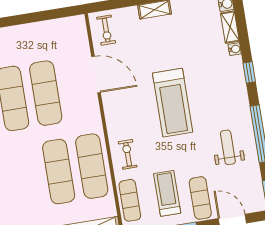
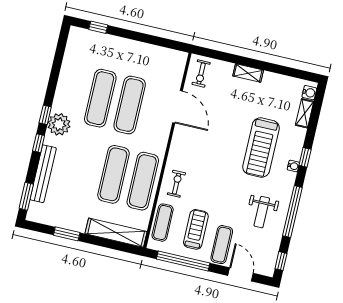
water cooler: (235, 49) -> (293, 166), moved
treadmill: (173, 103) -> (261, 147), moved
weight bench: (228, 147) -> (262, 212), turned 180

